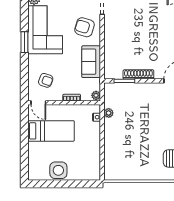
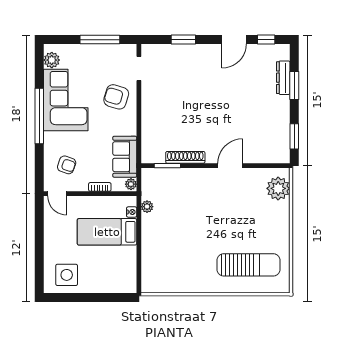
window: (24, 42) -> (39, 116), width x2.11
sofa: (91, 62) -> (125, 157), moved
bed: (51, 131) -> (107, 232), moved, turned 180
side table: (58, 170) -> (67, 275), moved

